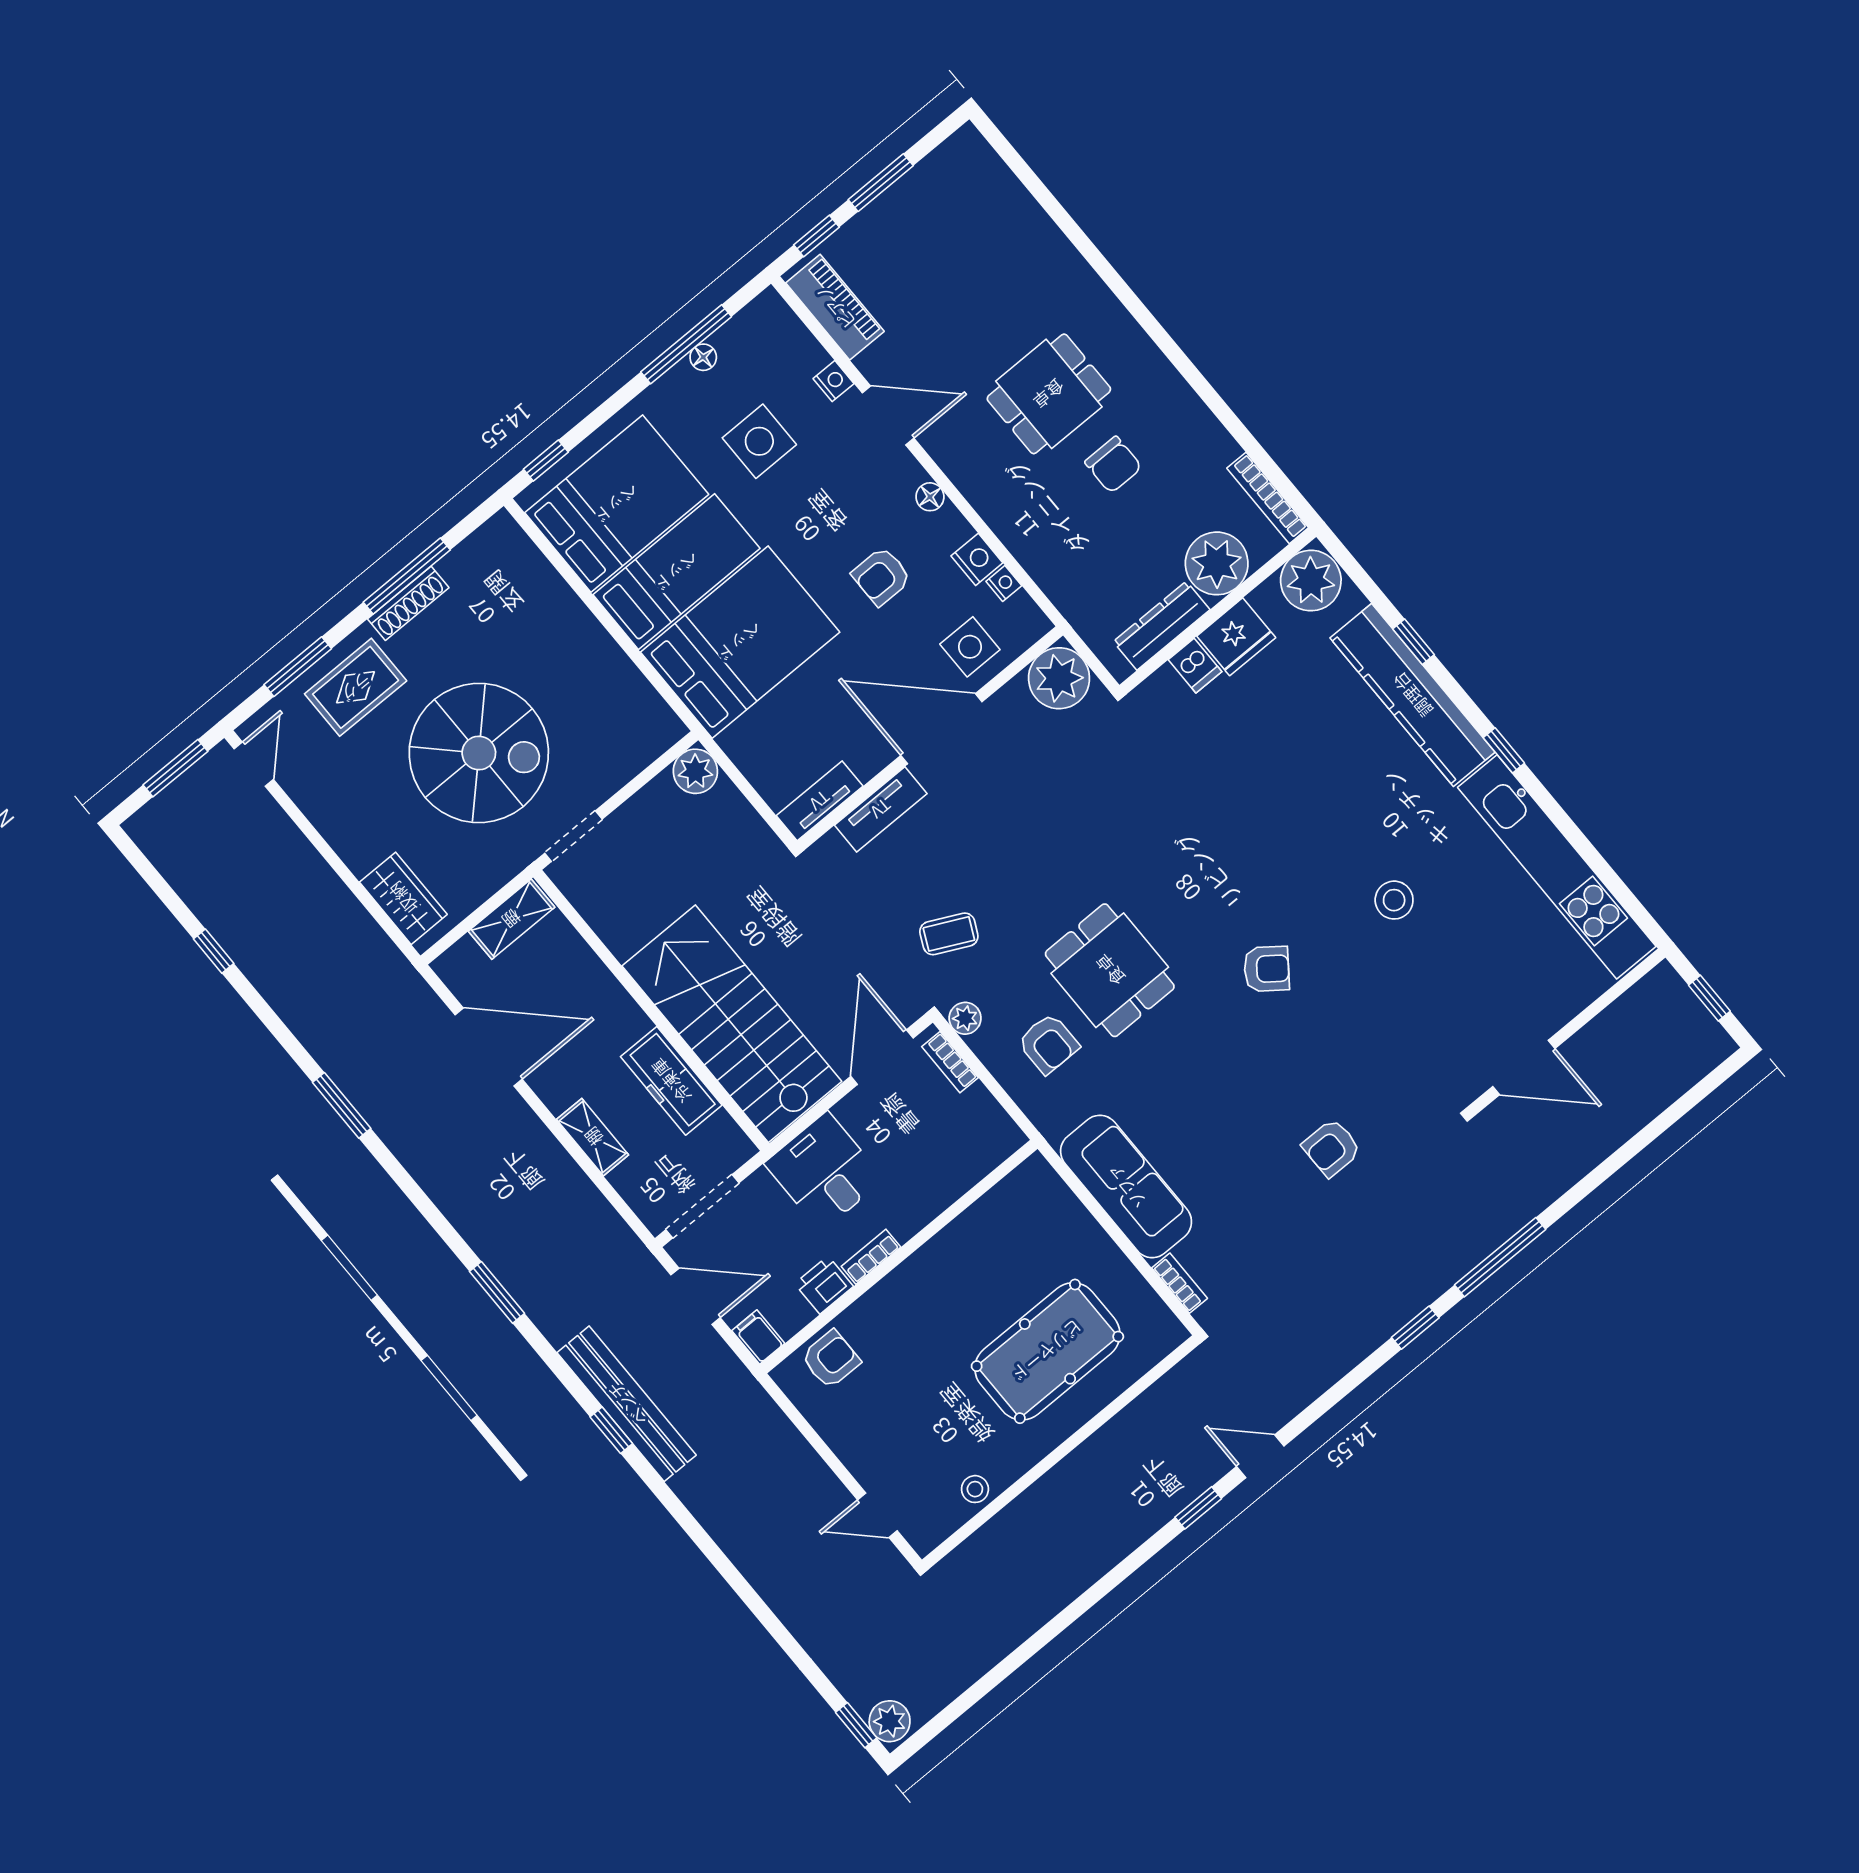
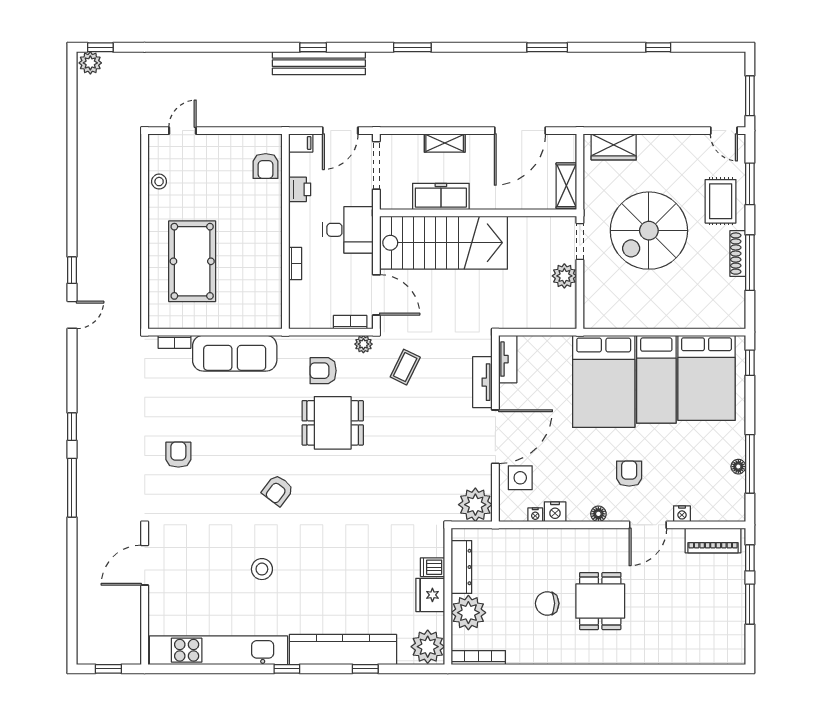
side table: (759, 441) -> (683, 461), removed
armchair: (881, 576) -> (629, 474), moved
plant: (695, 771) -> (564, 276), moved
bookcase: (871, 1257) -> (295, 264), moved

